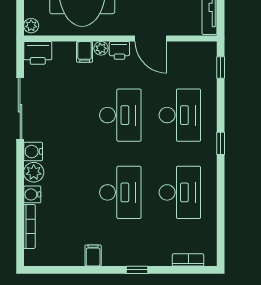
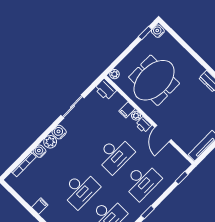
sliding door: (20, 108) -> (72, 107), width x0.73

